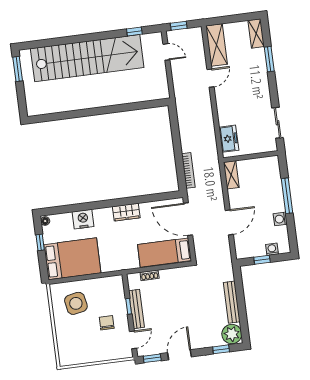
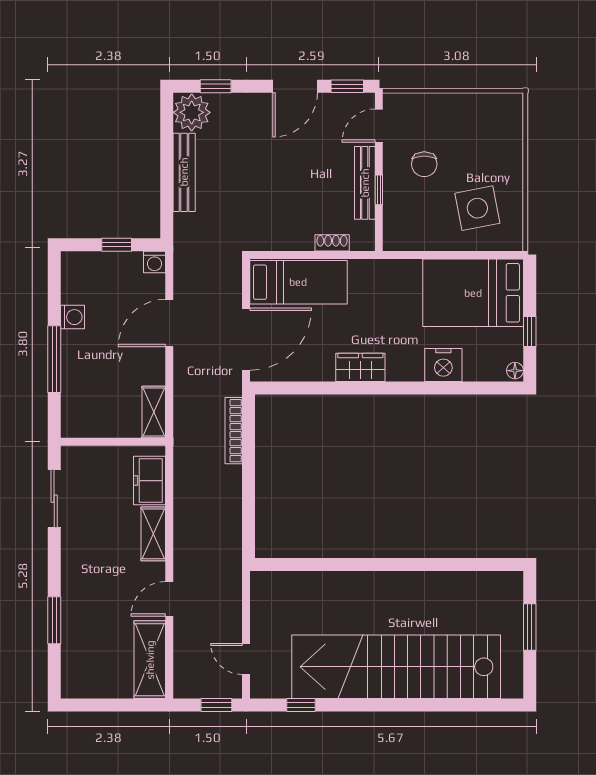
shelving: (256, 33) -> (153, 534), moved
window: (18, 69) -> (530, 627), moved
door: (188, 219) -> (246, 339), hinge flipped
washing machine: (272, 249) -> (155, 262), moved

